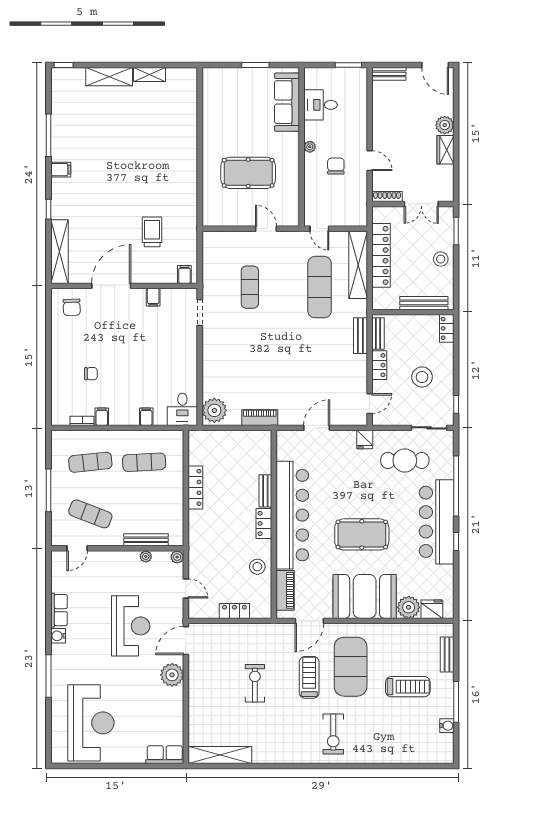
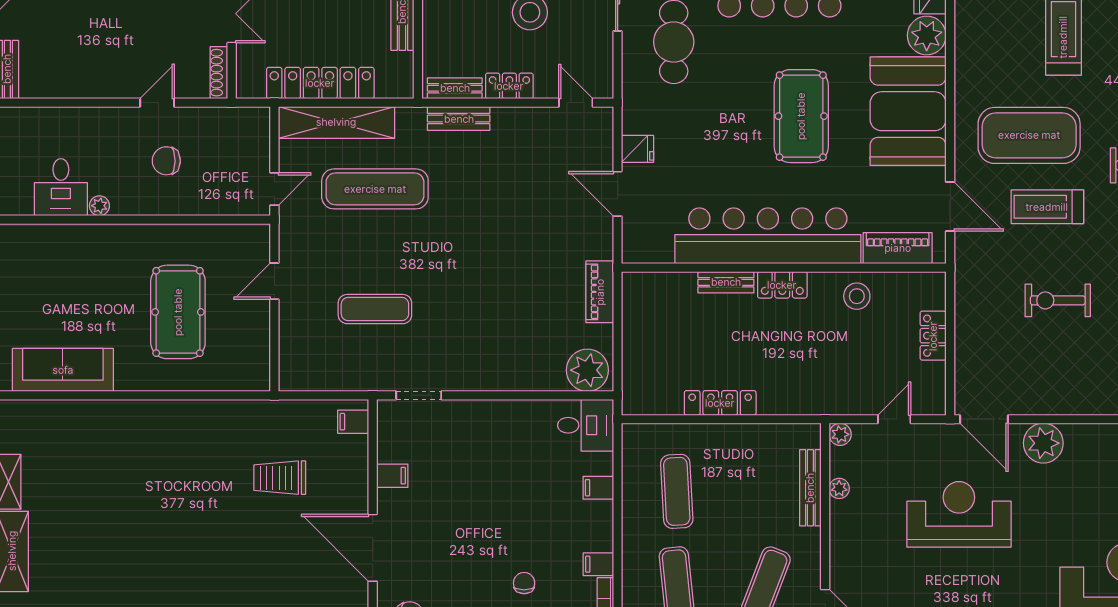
sofa: (287, 102) -> (63, 370), moved, turned 180
plant: (310, 147) -> (99, 206), moved
fridge: (365, 439) -> (638, 149), moved

